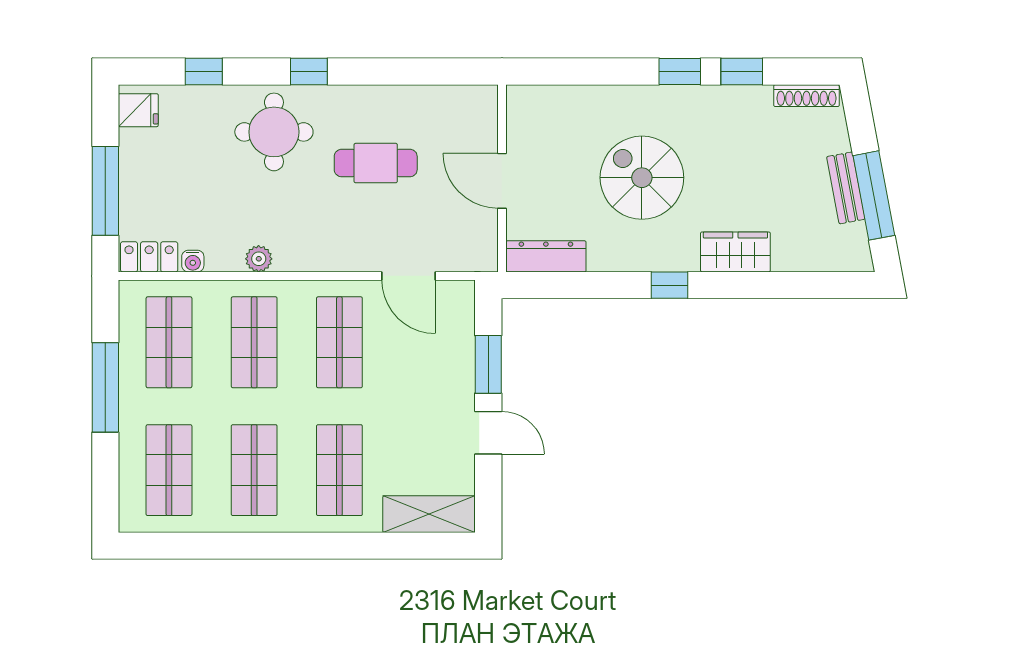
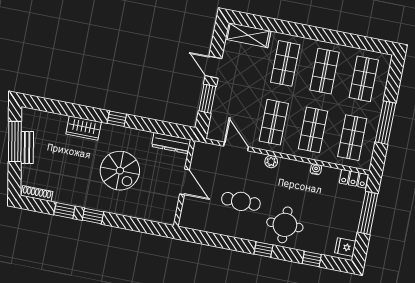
plant: (259, 259) -> (271, 162), moved
water cooler: (193, 261) -> (316, 169), moved

